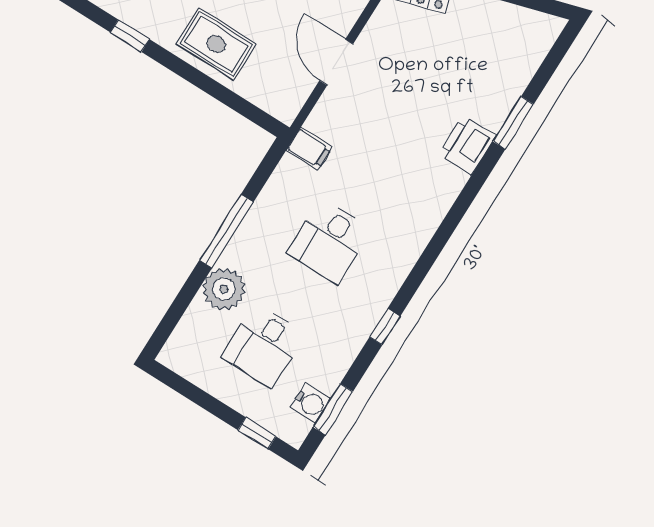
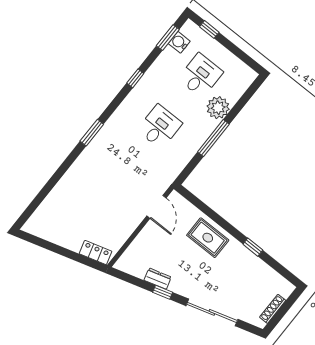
door: (336, 62) -> (156, 207), moved
window: (513, 123) -> (92, 133), moved
printer: (467, 145) -> (81, 169), removed
filing cabinet: (309, 149) -> (165, 177), removed

